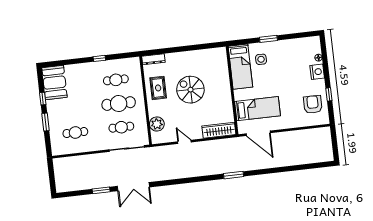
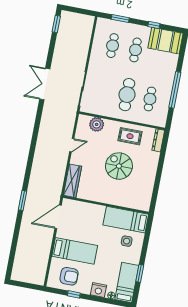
window: (268, 39) -> (140, 273), moved
bed: (301, 46) -> (127, 282), added
window: (99, 58) -> (175, 90), width x3.17
spiral stairs: (190, 90) -> (119, 166), turned -90
bed: (257, 109) -> (75, 251), moved, turned -90
window: (45, 122) -> (120, 19), moved
cafe table: (121, 127) -> (136, 50), moved
window: (234, 175) -> (23, 200), moved
window: (101, 190) -> (56, 24), moved

